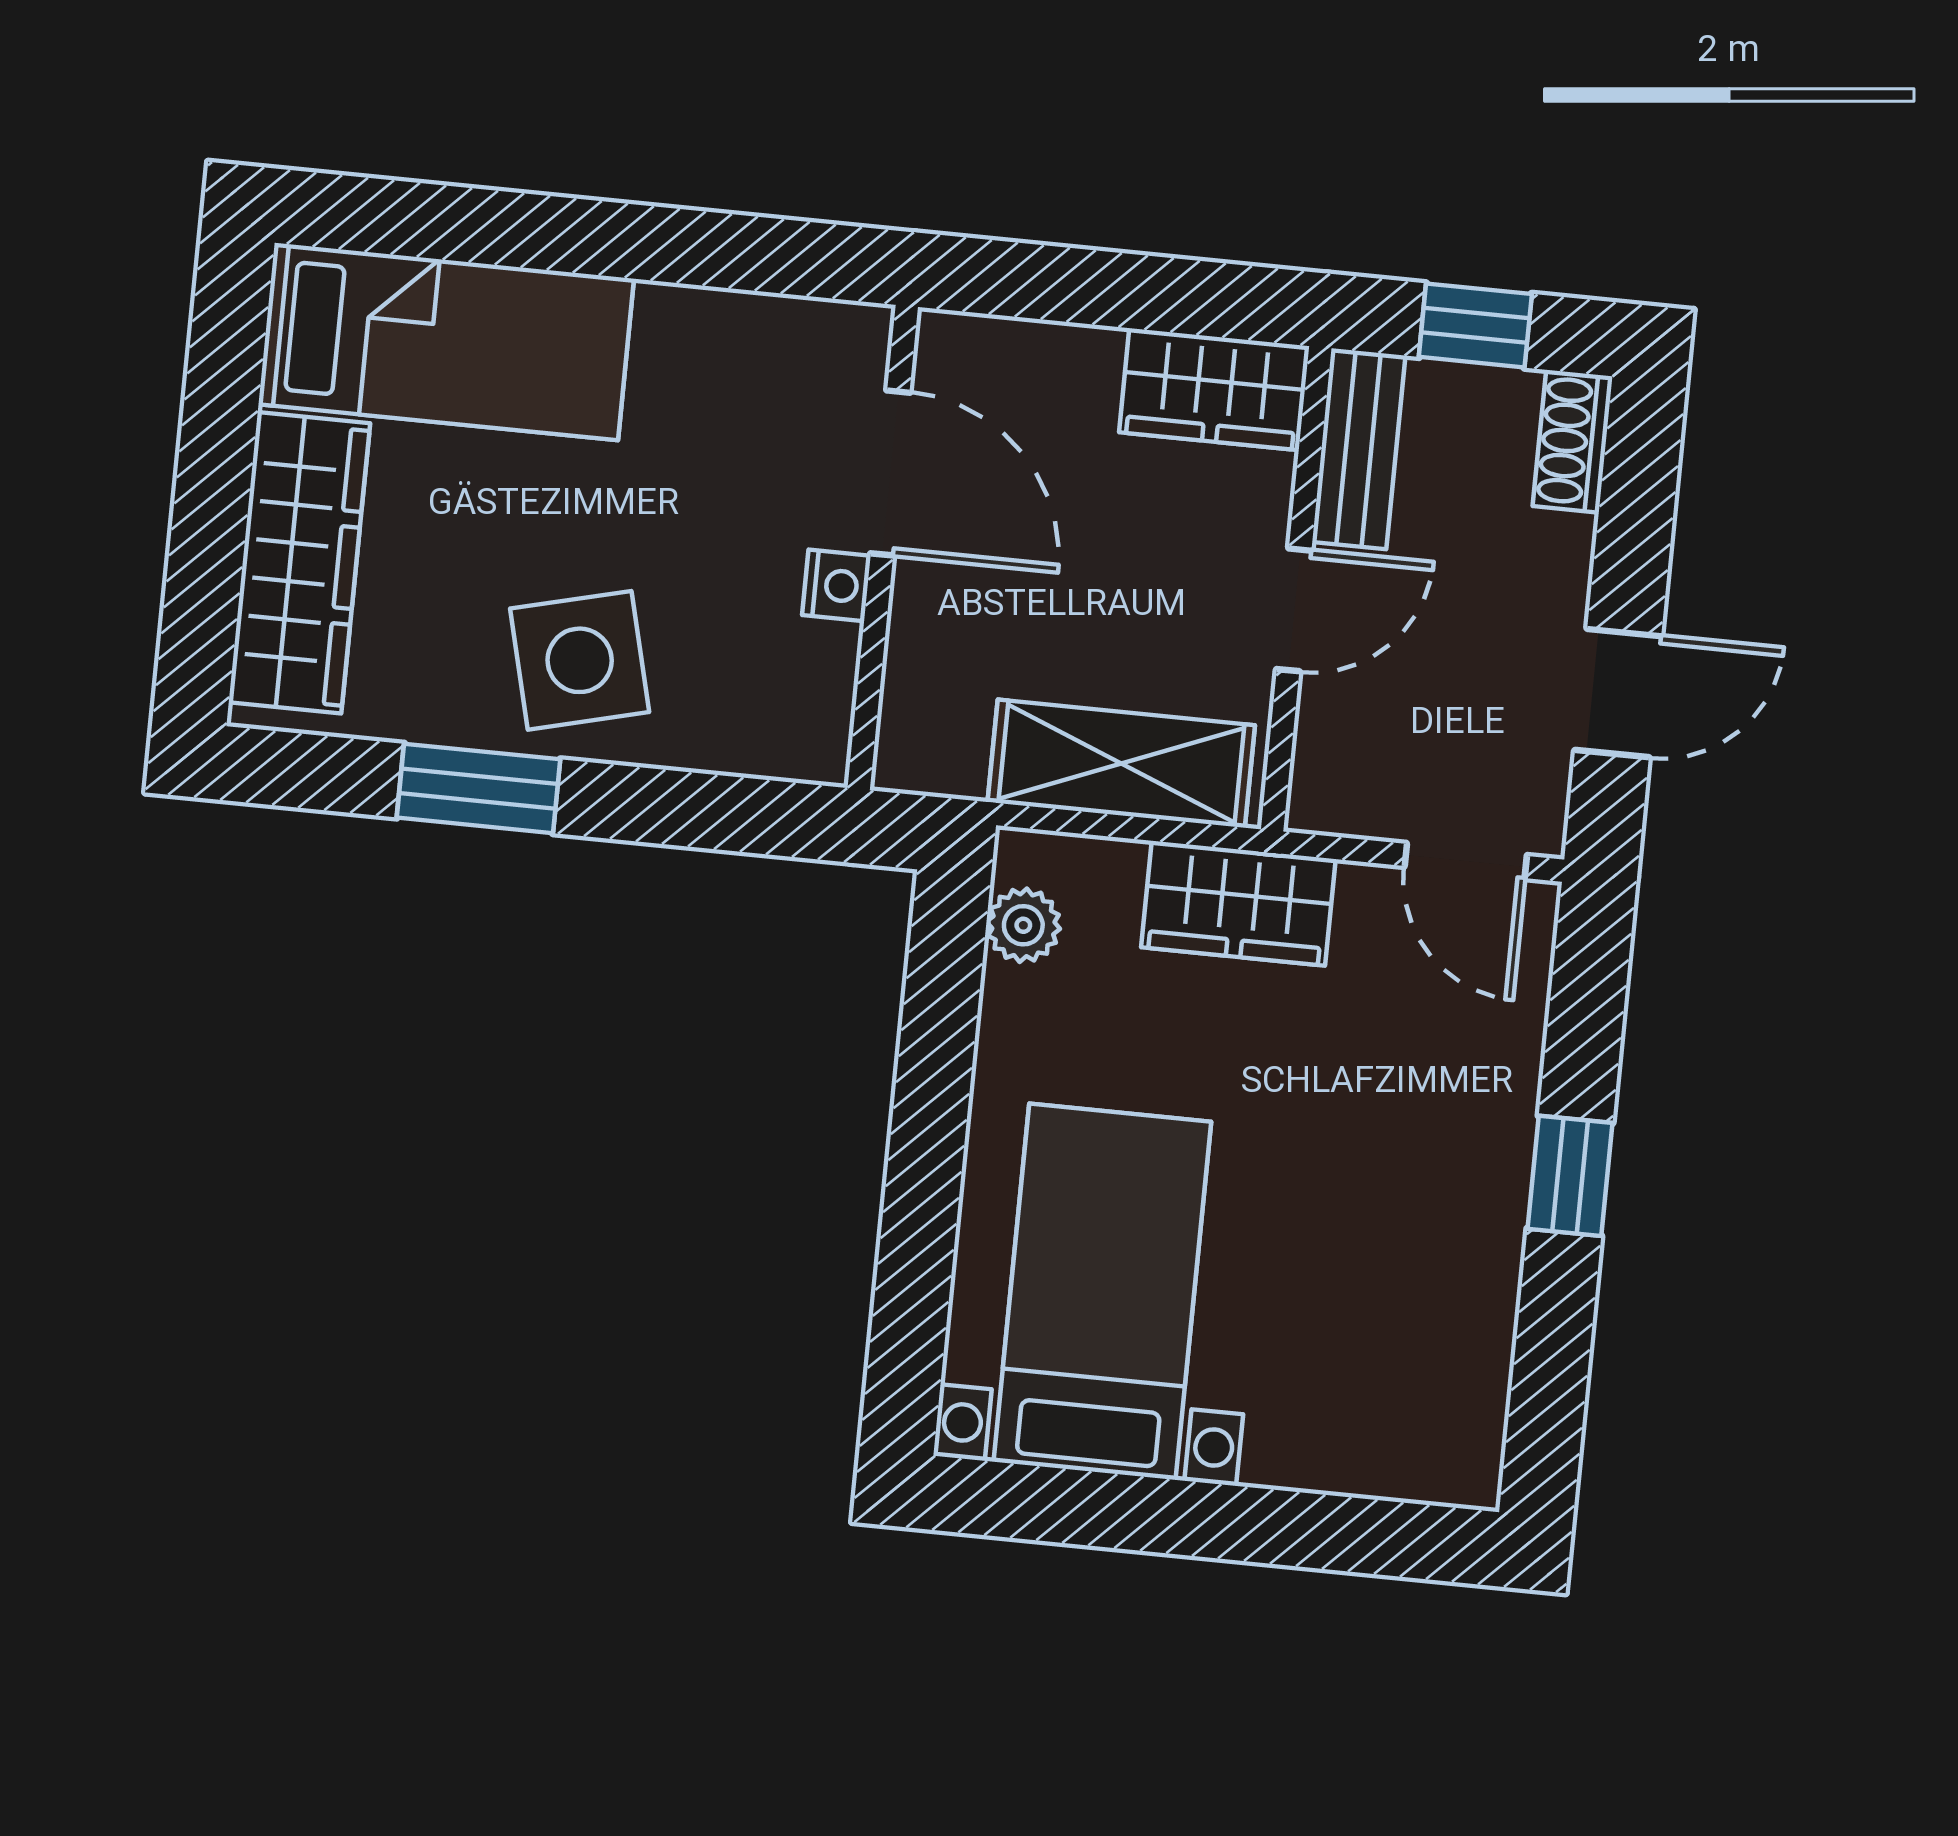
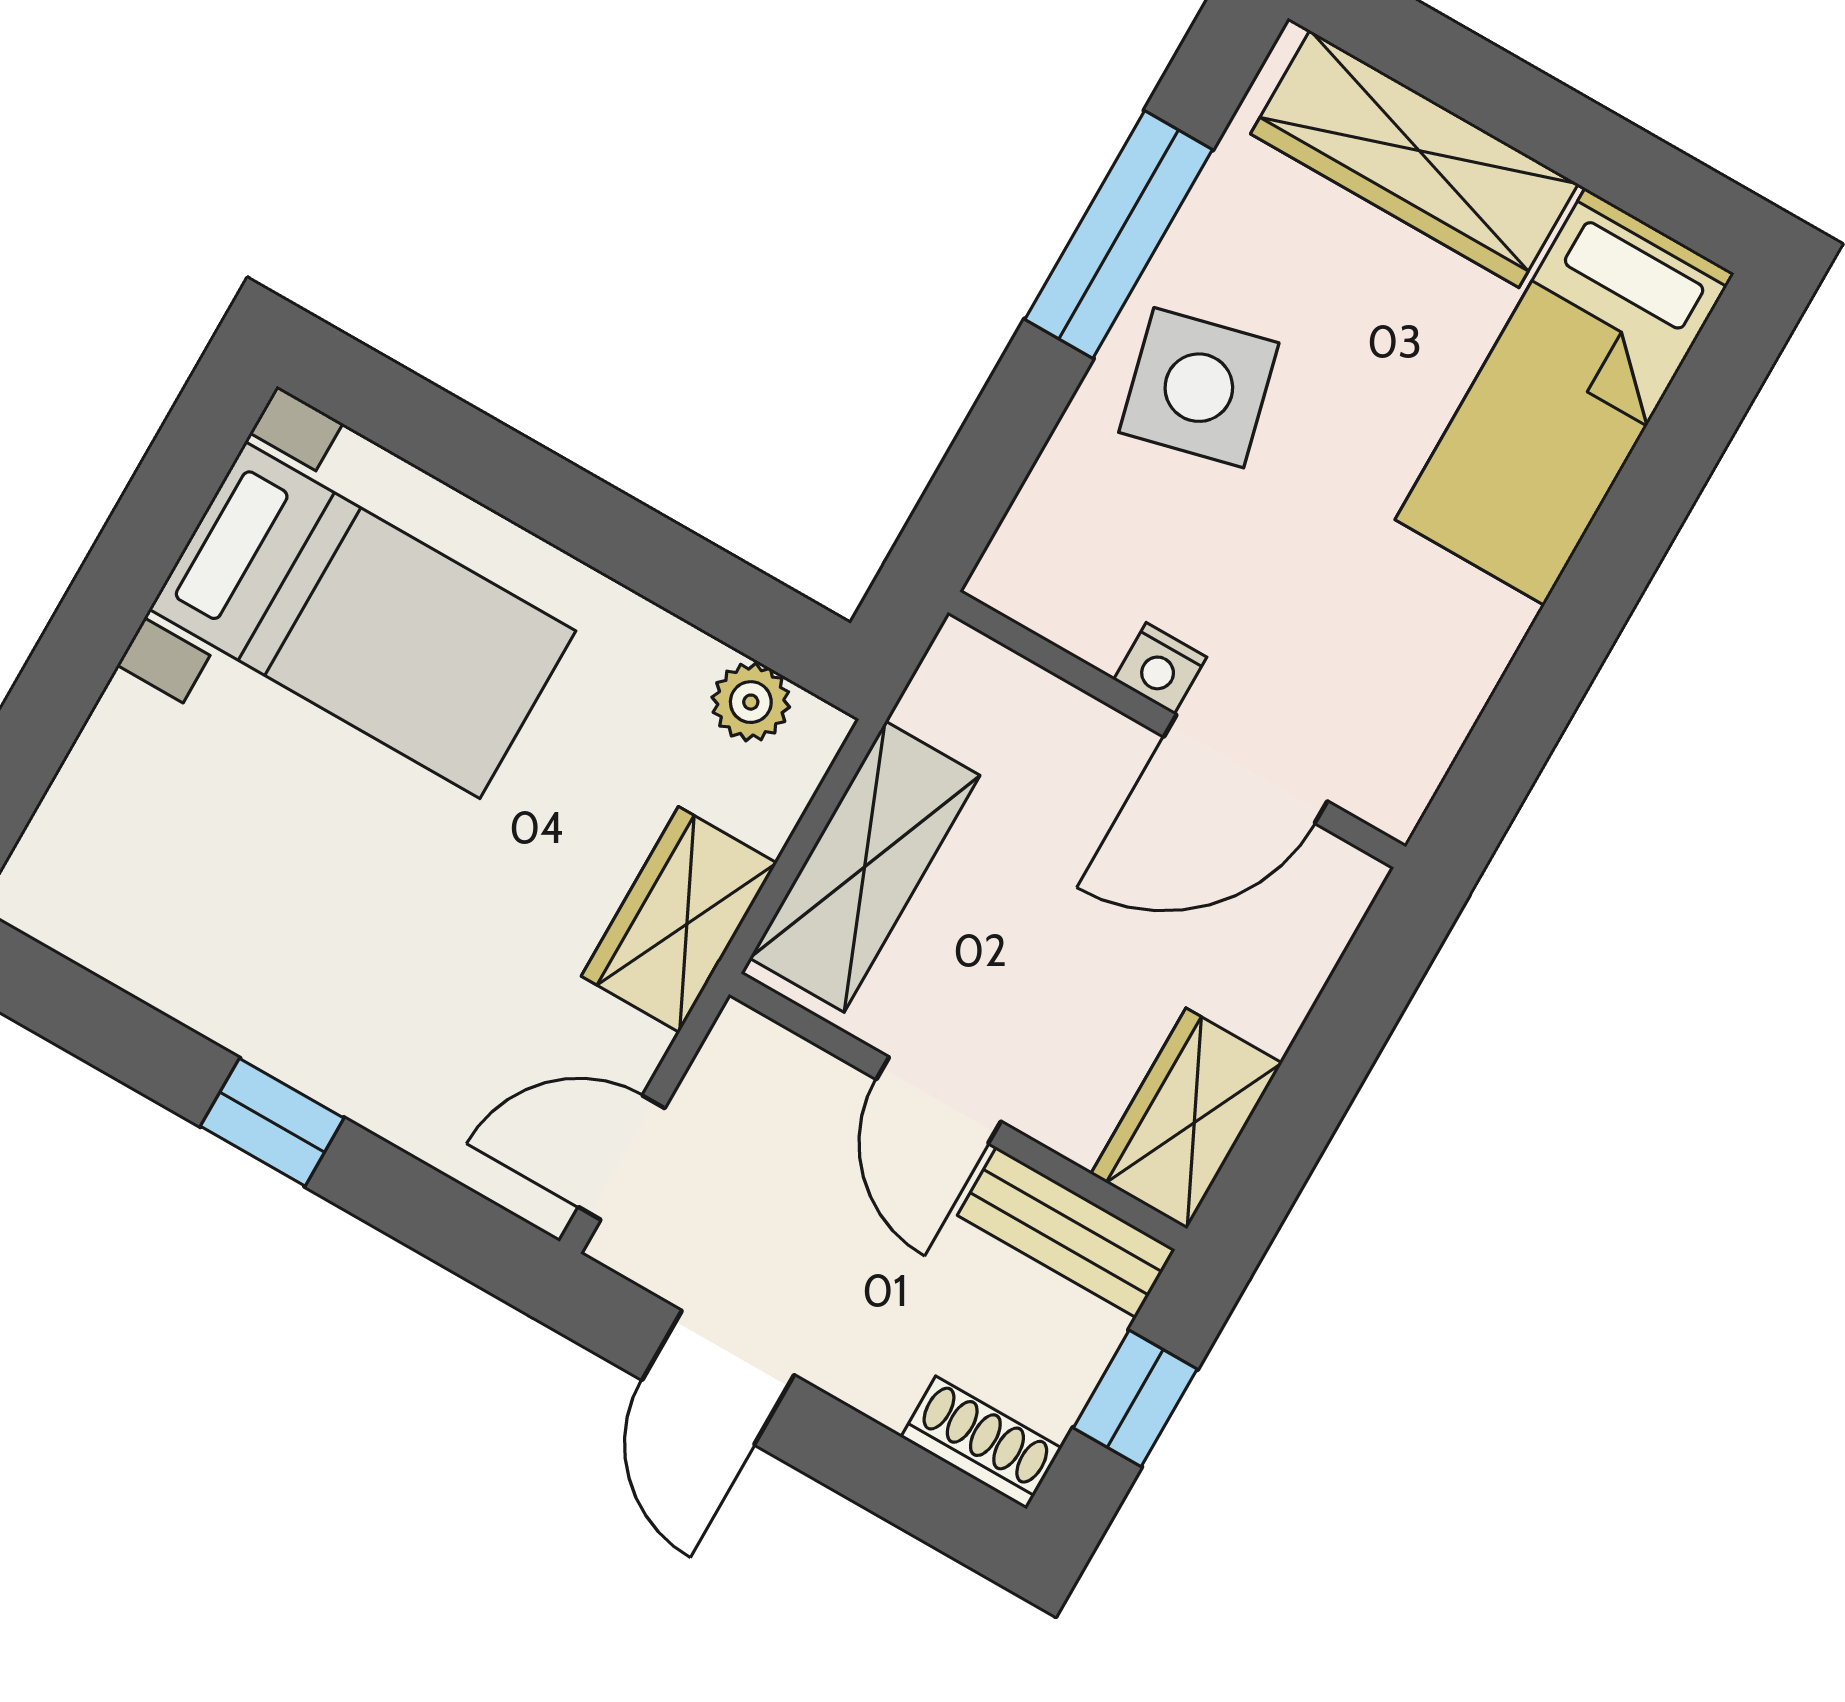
window: (479, 788) -> (1119, 235), width x1.44

